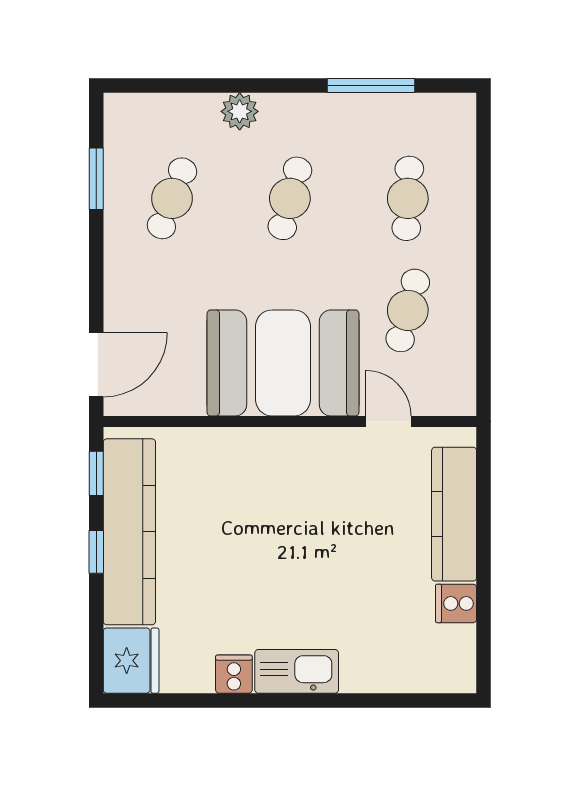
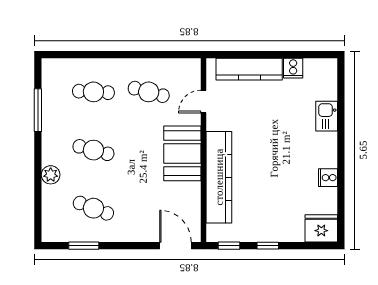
booth: (283, 363) -> (182, 153), width x0.73, depth x0.70
kitchen counter: (129, 532) -> (219, 177), moved, turned 90
kitchen sink: (297, 671) -> (327, 116), moved, width x0.73

